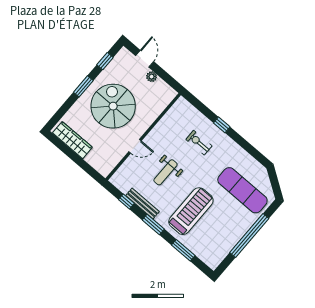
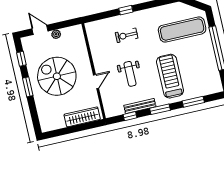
wardrobe: (72, 140) -> (82, 117), moved

